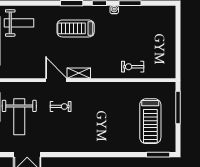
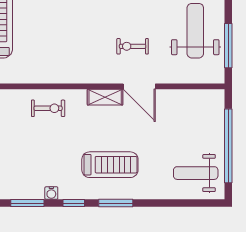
exercise bike: (133, 67) -> (48, 108), moved

